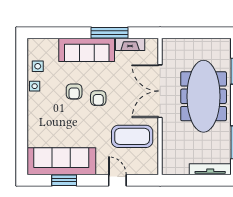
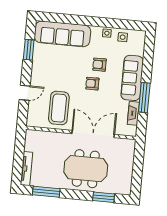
meeting table: (204, 96) -> (86, 169), width x0.73
sofa: (61, 161) -> (62, 34), moved, turned 90

